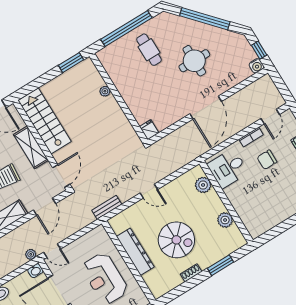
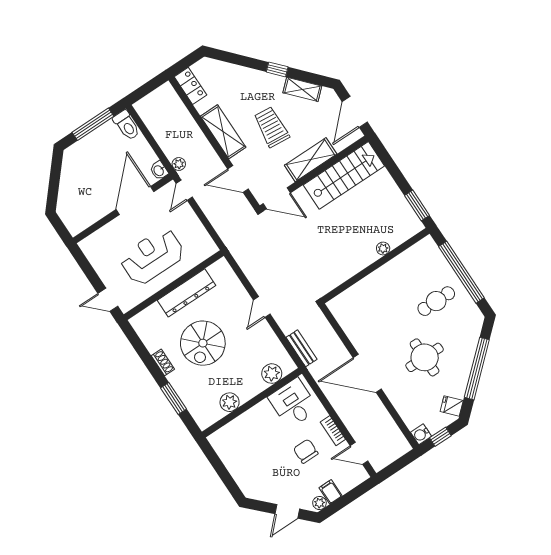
fridge: (149, 130) -> (452, 406), moved, turned -132
bench: (107, 207) -> (302, 348), moved

